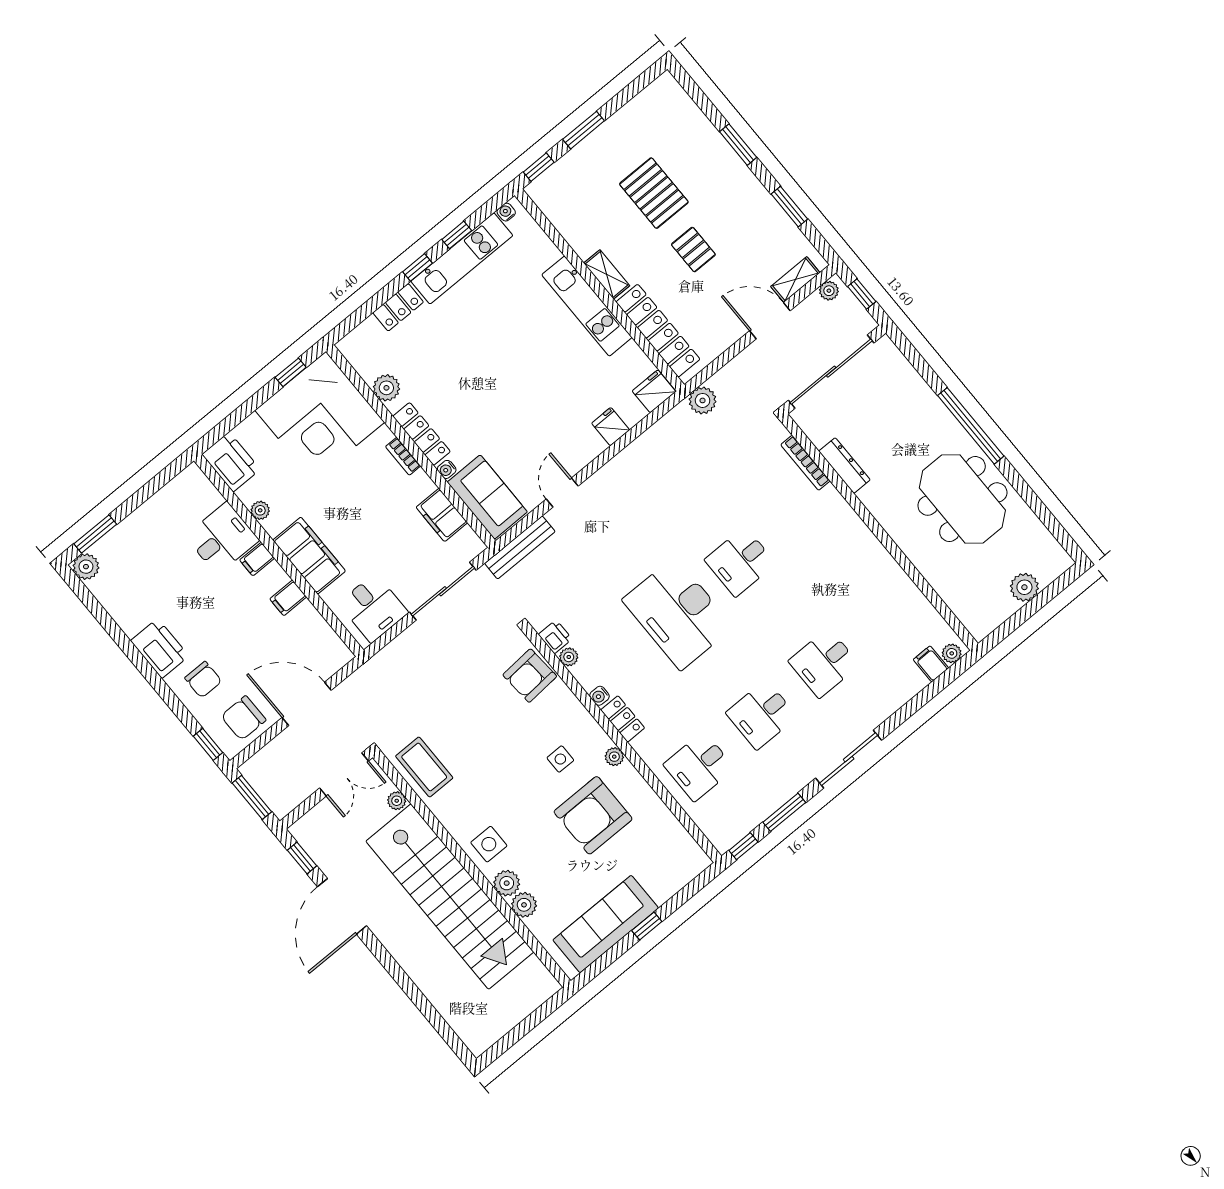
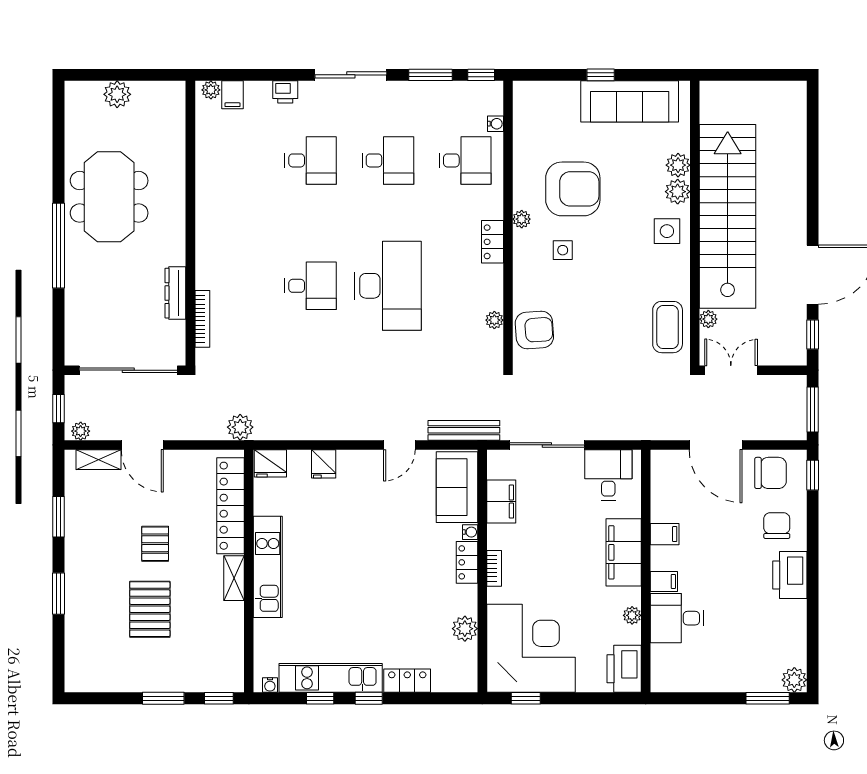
locker: (422, 434) -> (467, 562), width x0.66
printer: (555, 637) -> (285, 92), moved, turned -90
water cooler: (599, 696) -> (495, 124), moved

